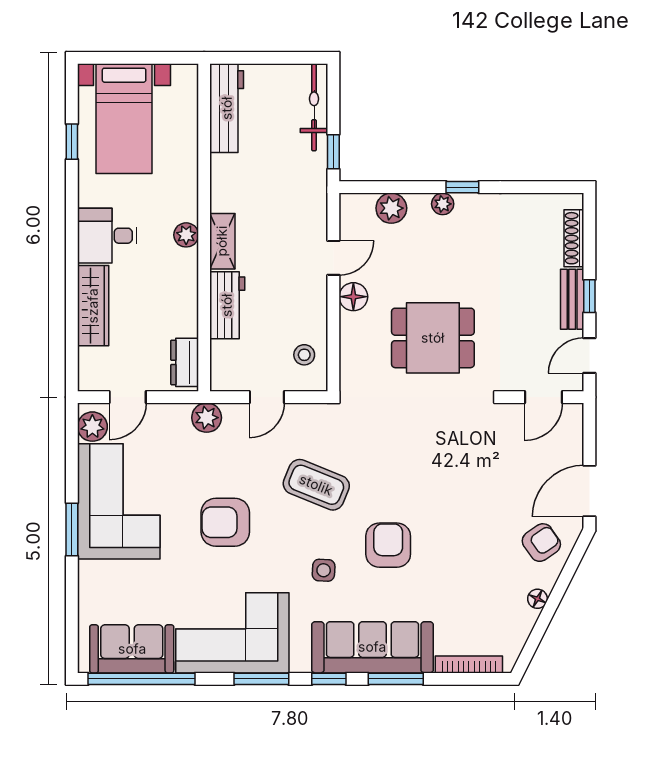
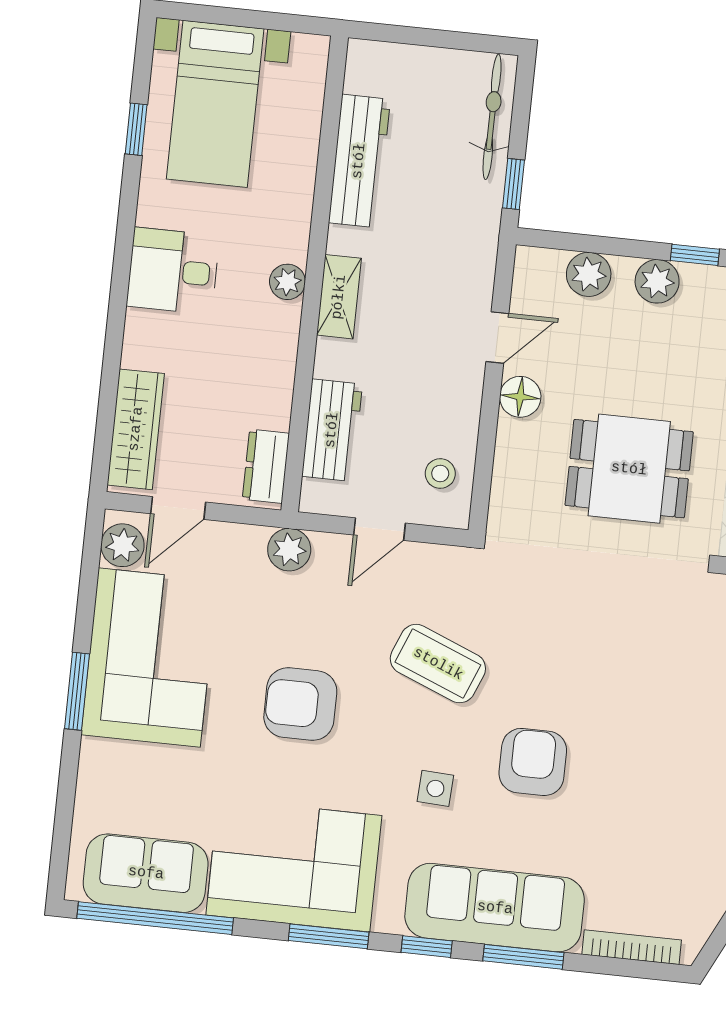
workbench: (227, 108) -> (359, 161), moved
plant: (443, 204) -> (657, 281), width x1.38, depth x1.38
workbench: (227, 305) -> (332, 430), moved
wardrobe: (93, 306) -> (136, 429), moved

